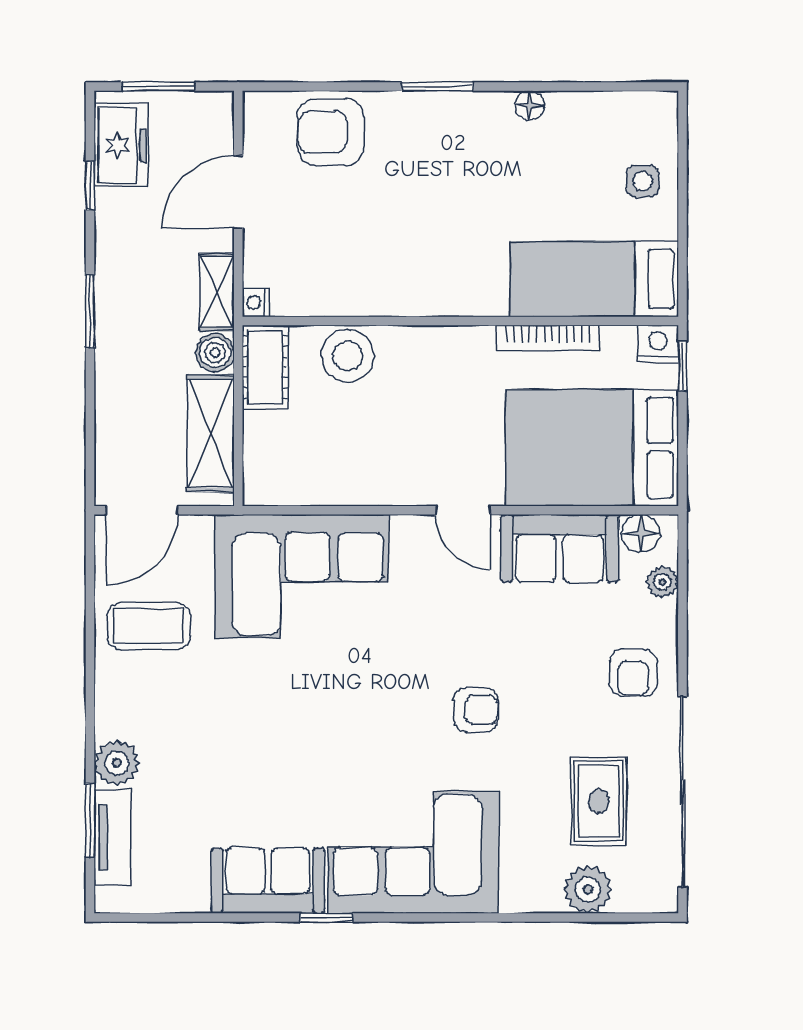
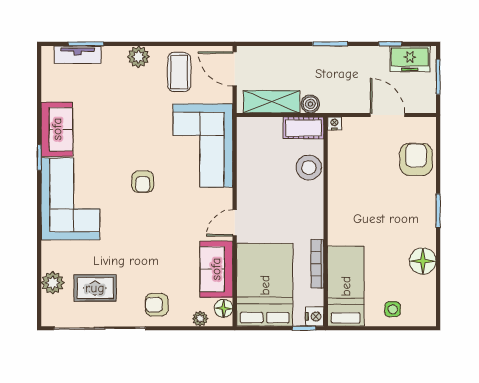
floor lamp: (529, 105) -> (423, 261), width x1.89, depth x1.89
shelving: (217, 292) -> (339, 105), removed
armchair: (476, 710) -> (143, 182), moved
plant: (117, 763) -> (138, 57), moved

